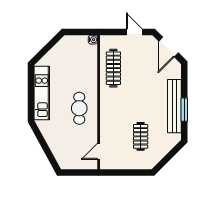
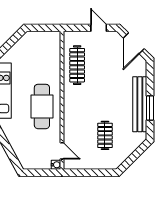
water cooler: (93, 40) -> (56, 165), moved
cafe table: (79, 108) -> (42, 106), width x1.37, depth x1.35
door: (99, 151) -> (62, 151), swing flipped

